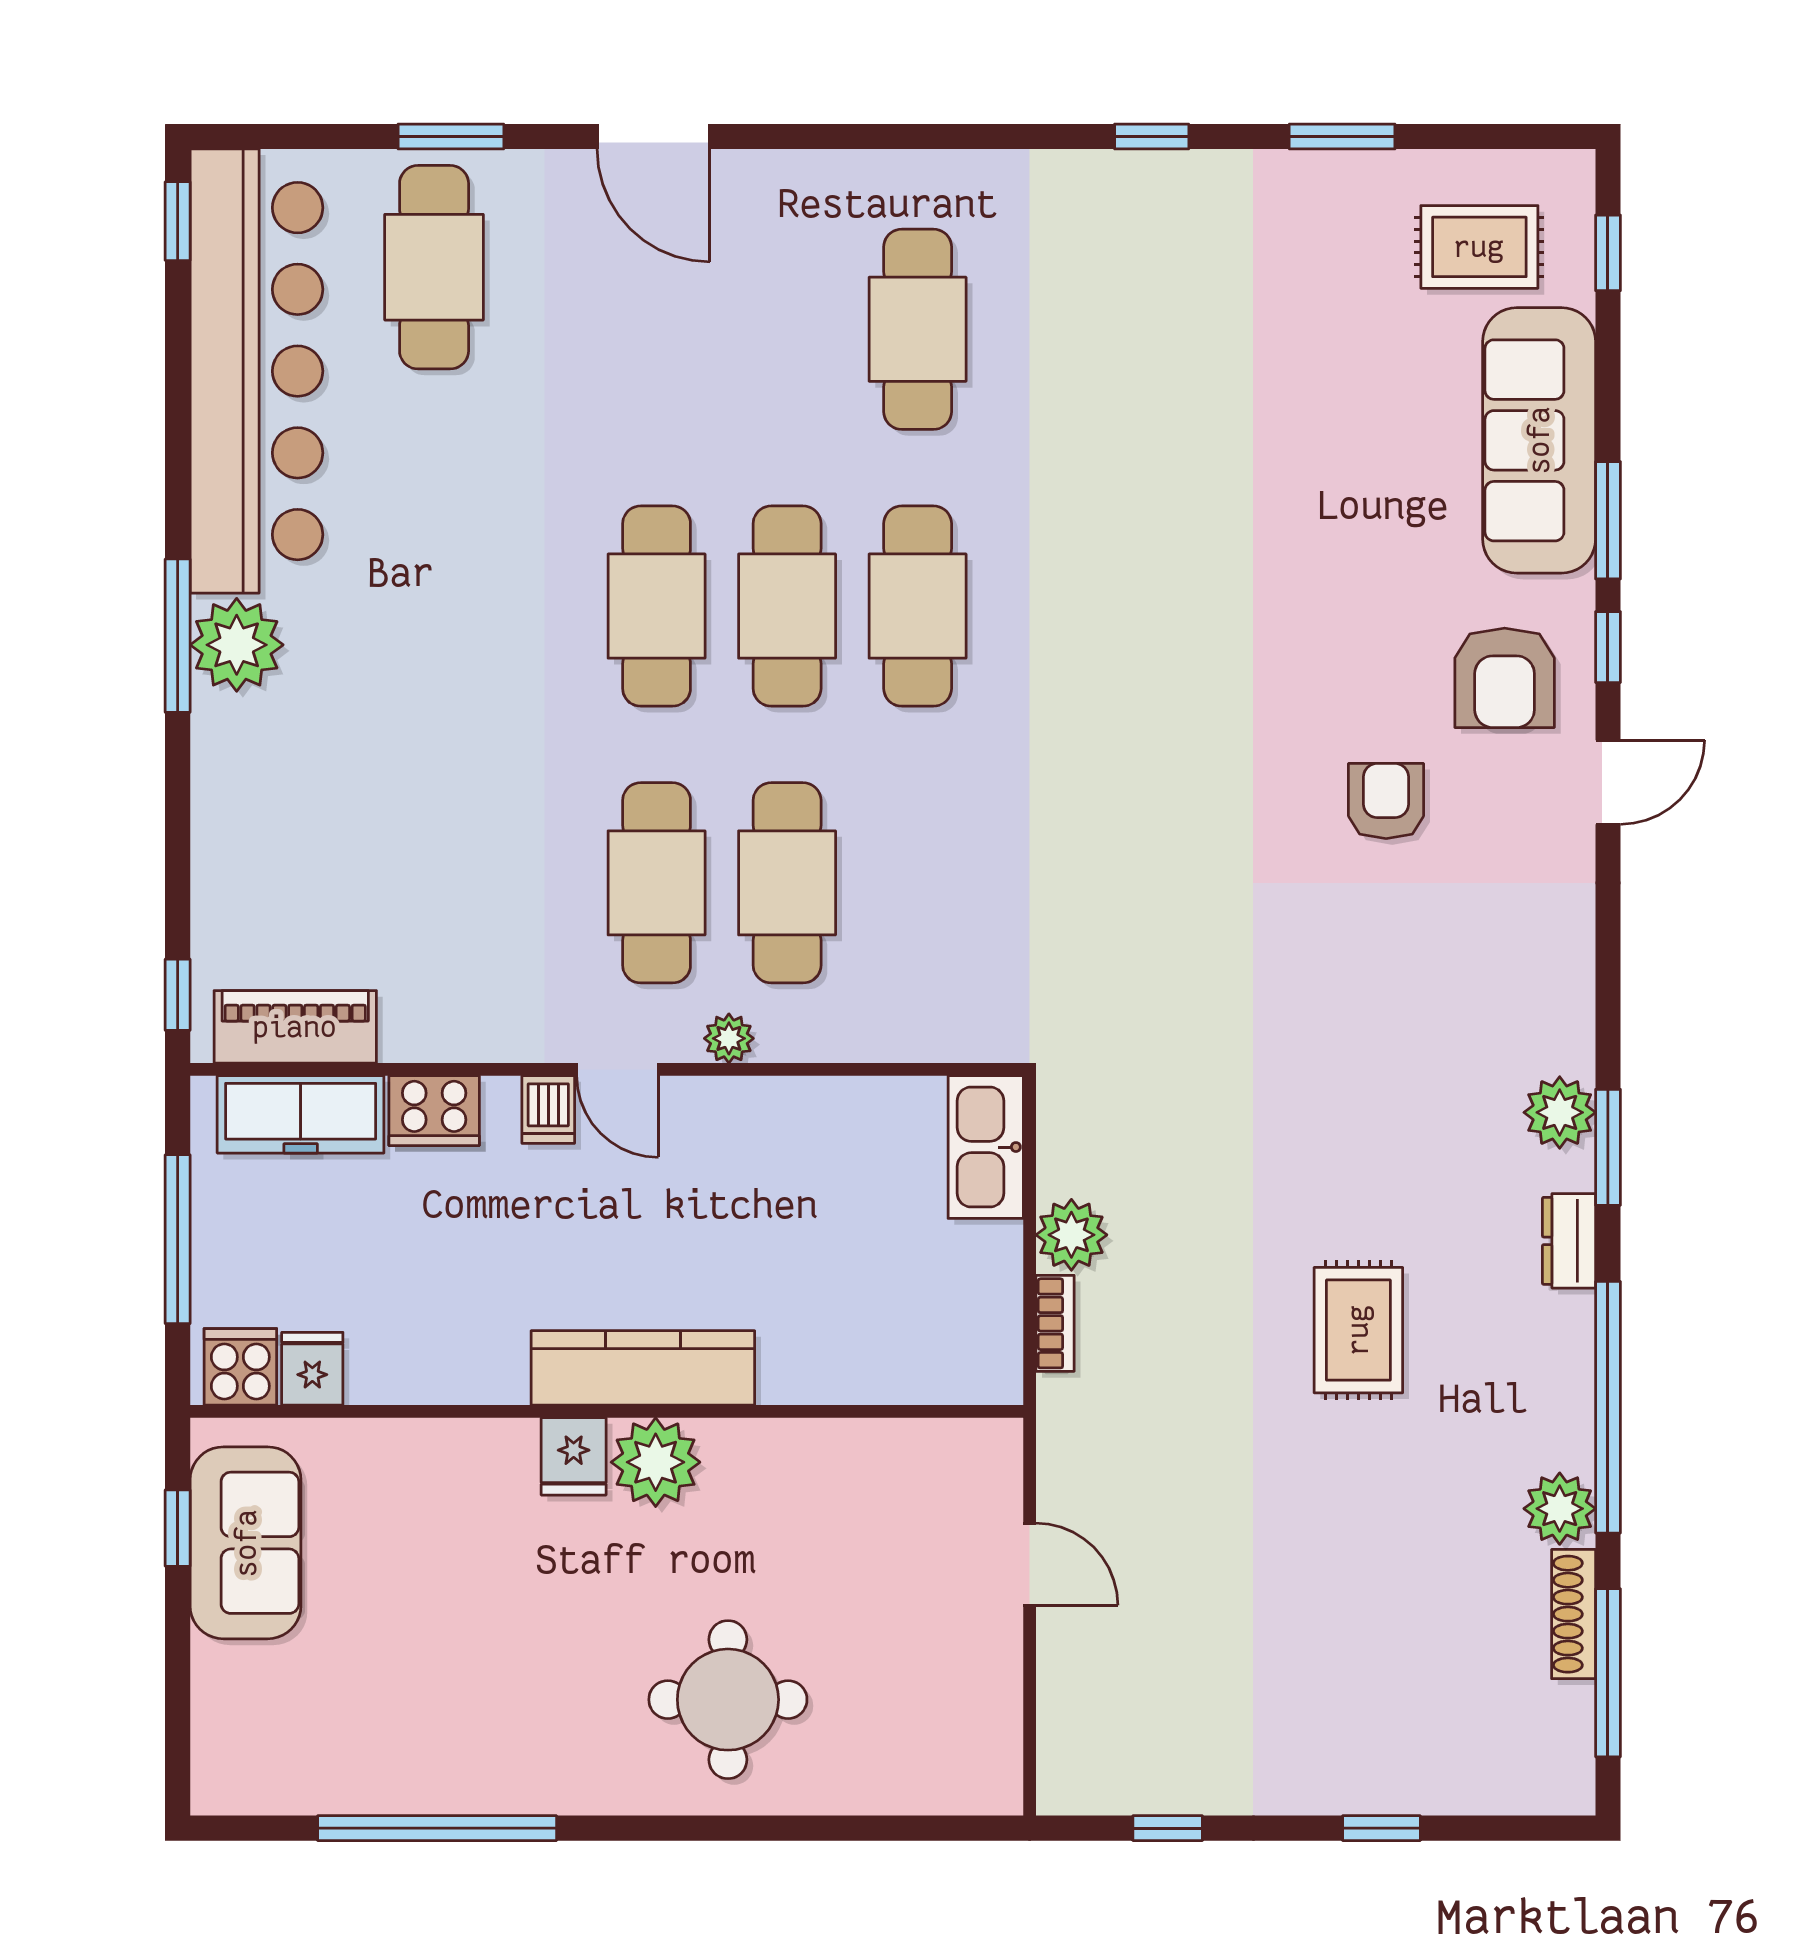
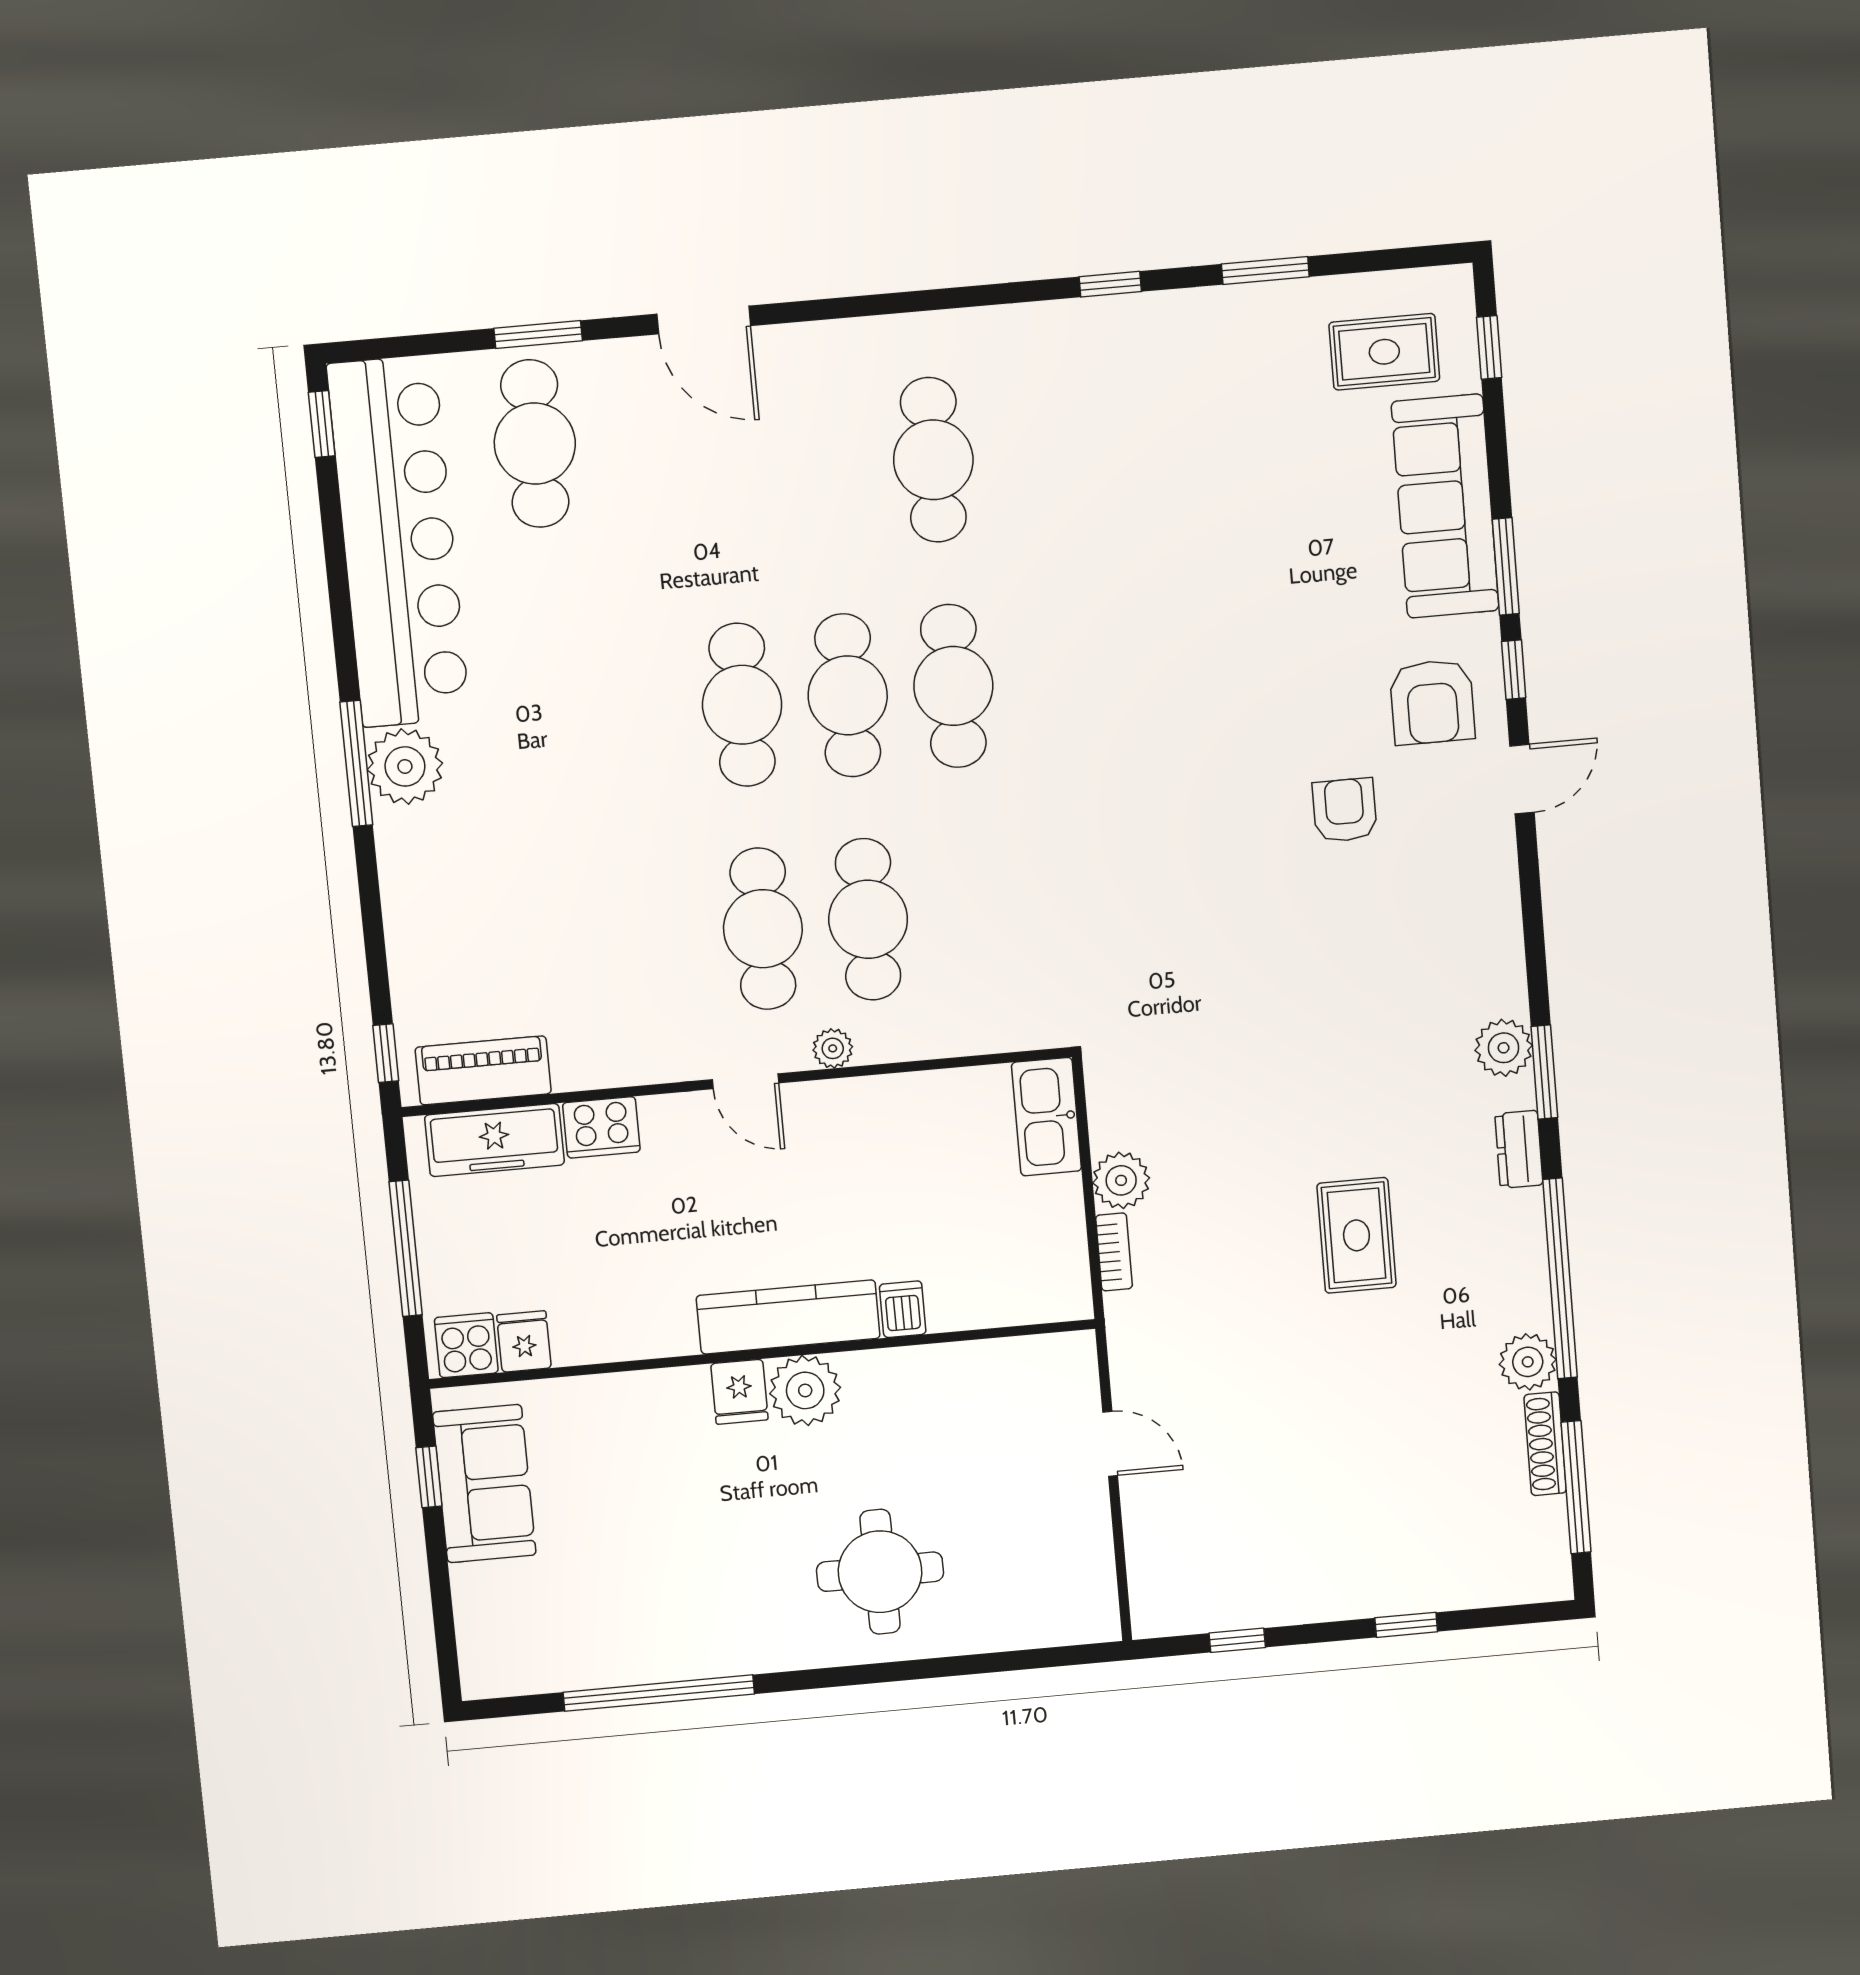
dishwasher: (548, 1110) -> (903, 1309), moved, turned 180

